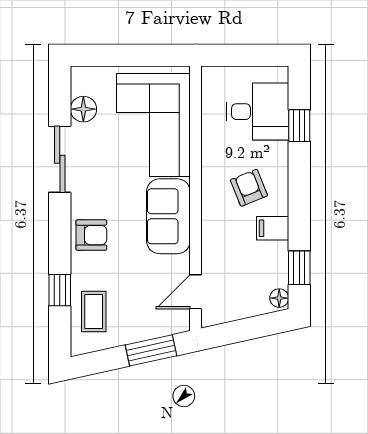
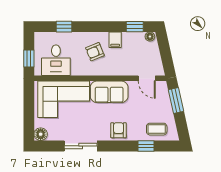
window: (235, 55) -> (29, 58), added
floor lamp: (83, 109) -> (41, 134), moved
desk: (258, 112) -> (56, 60), moved, turned 180

